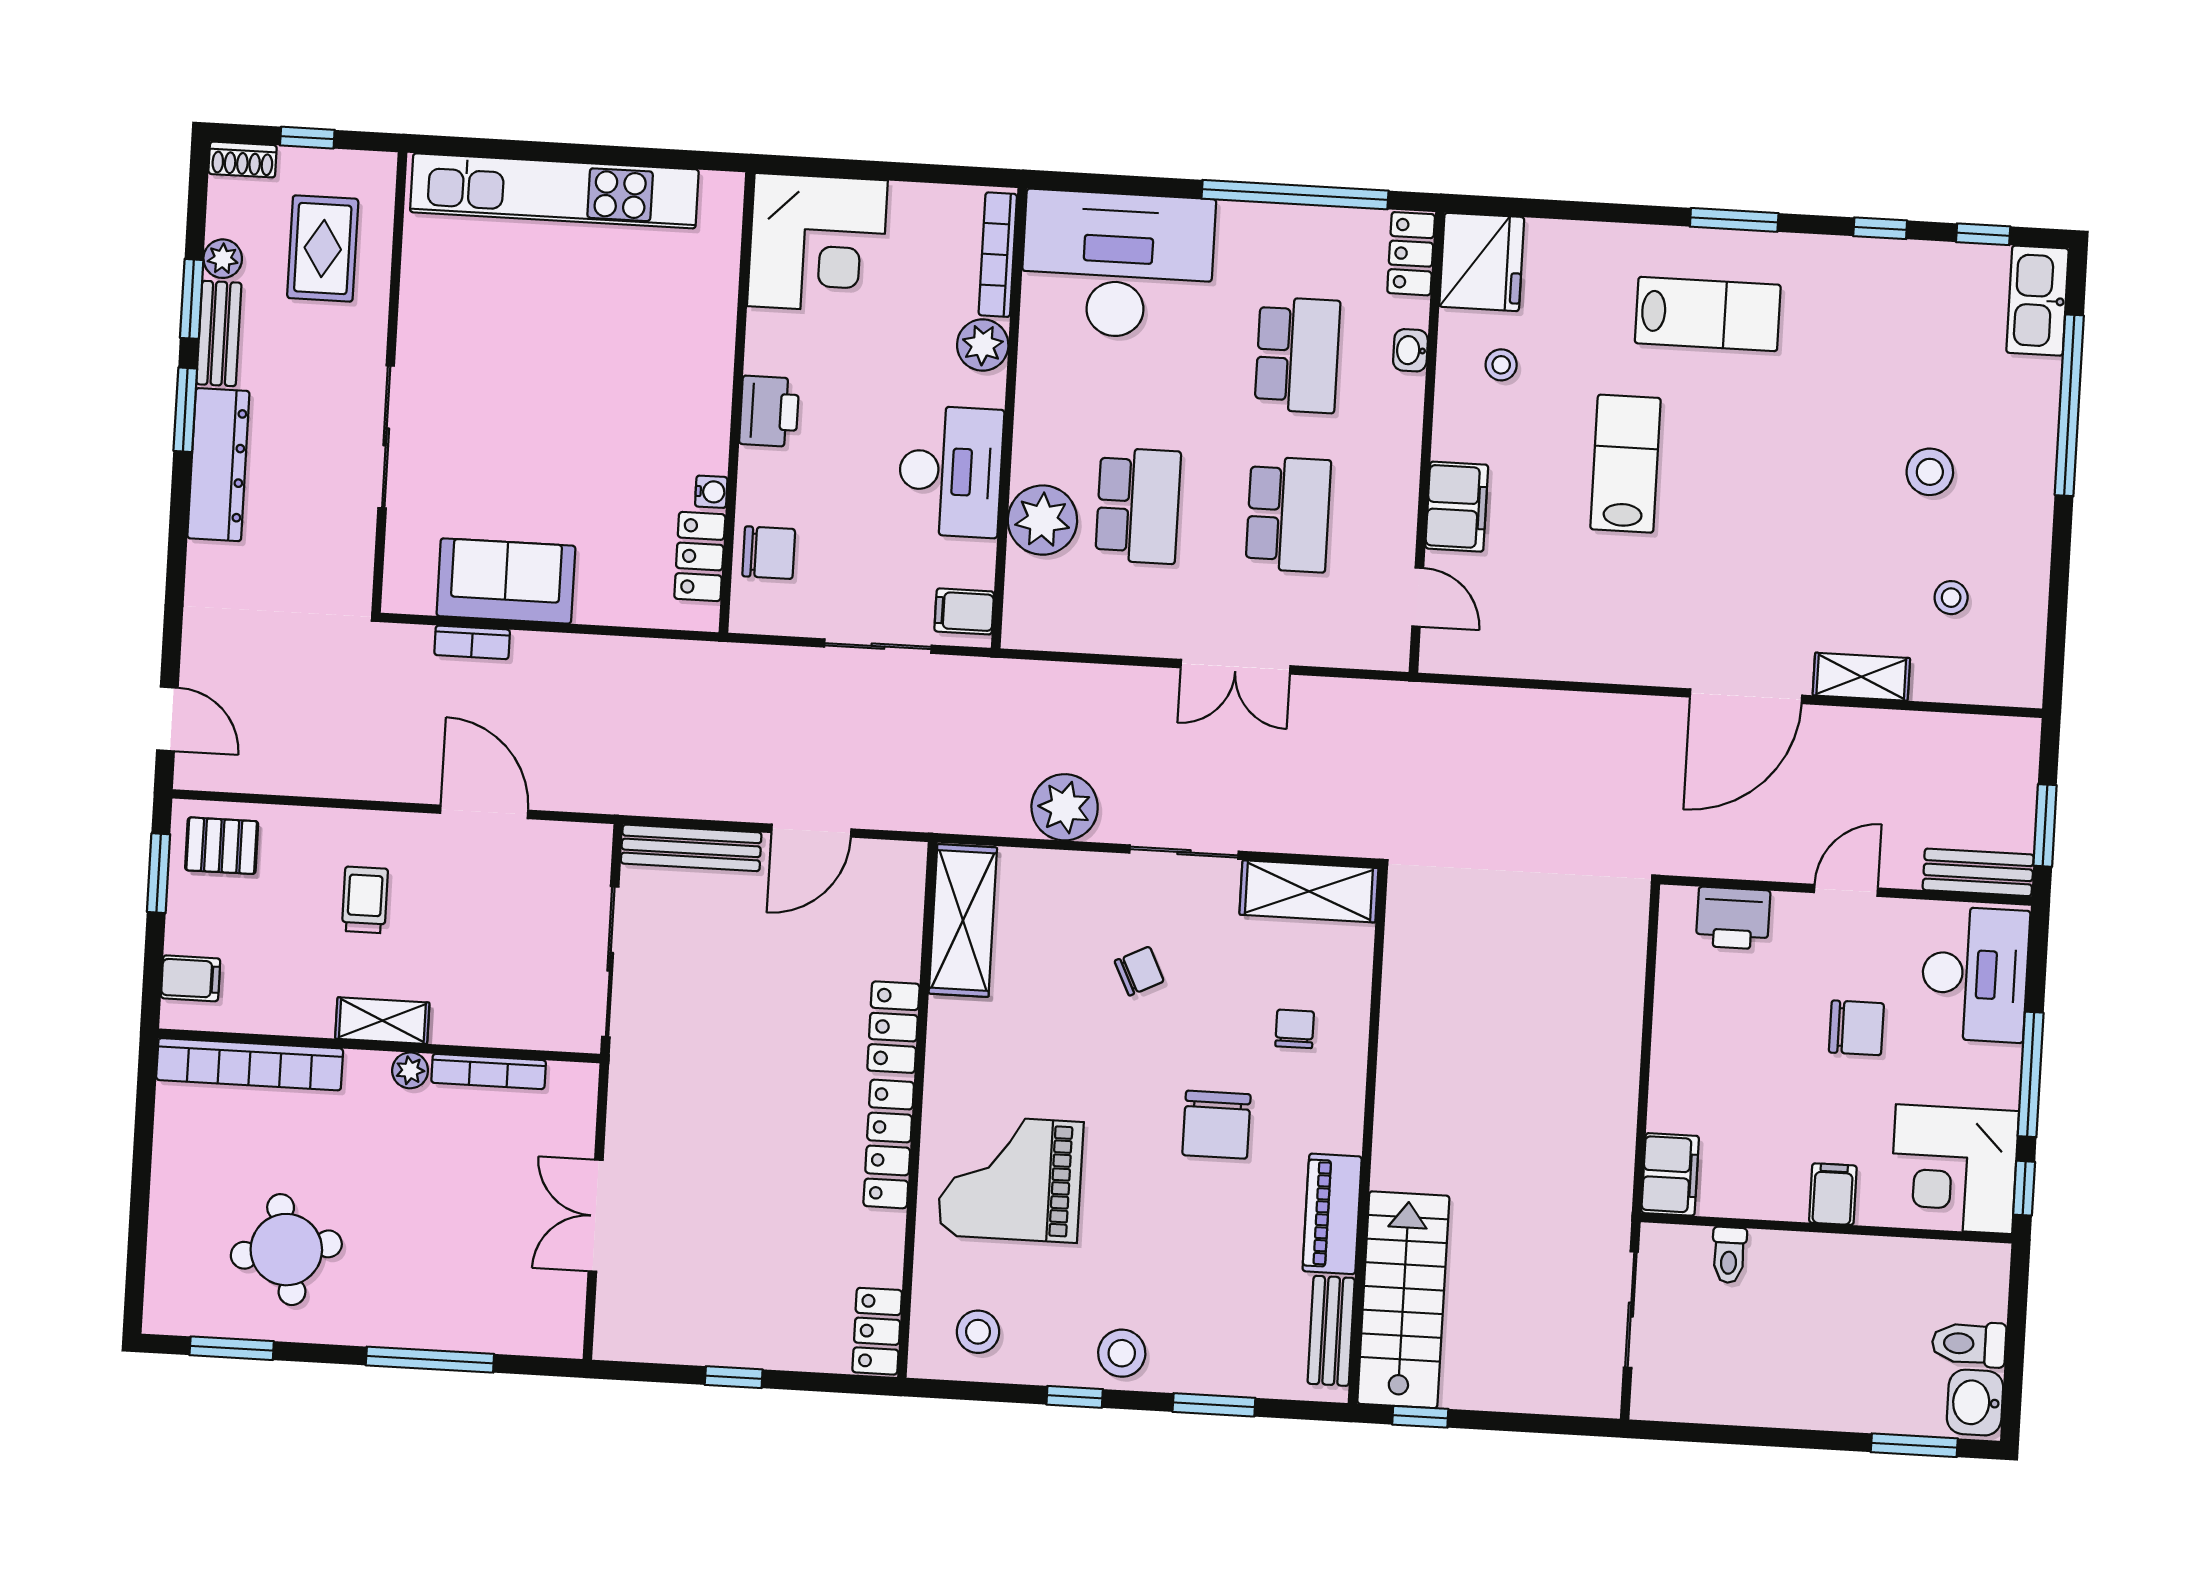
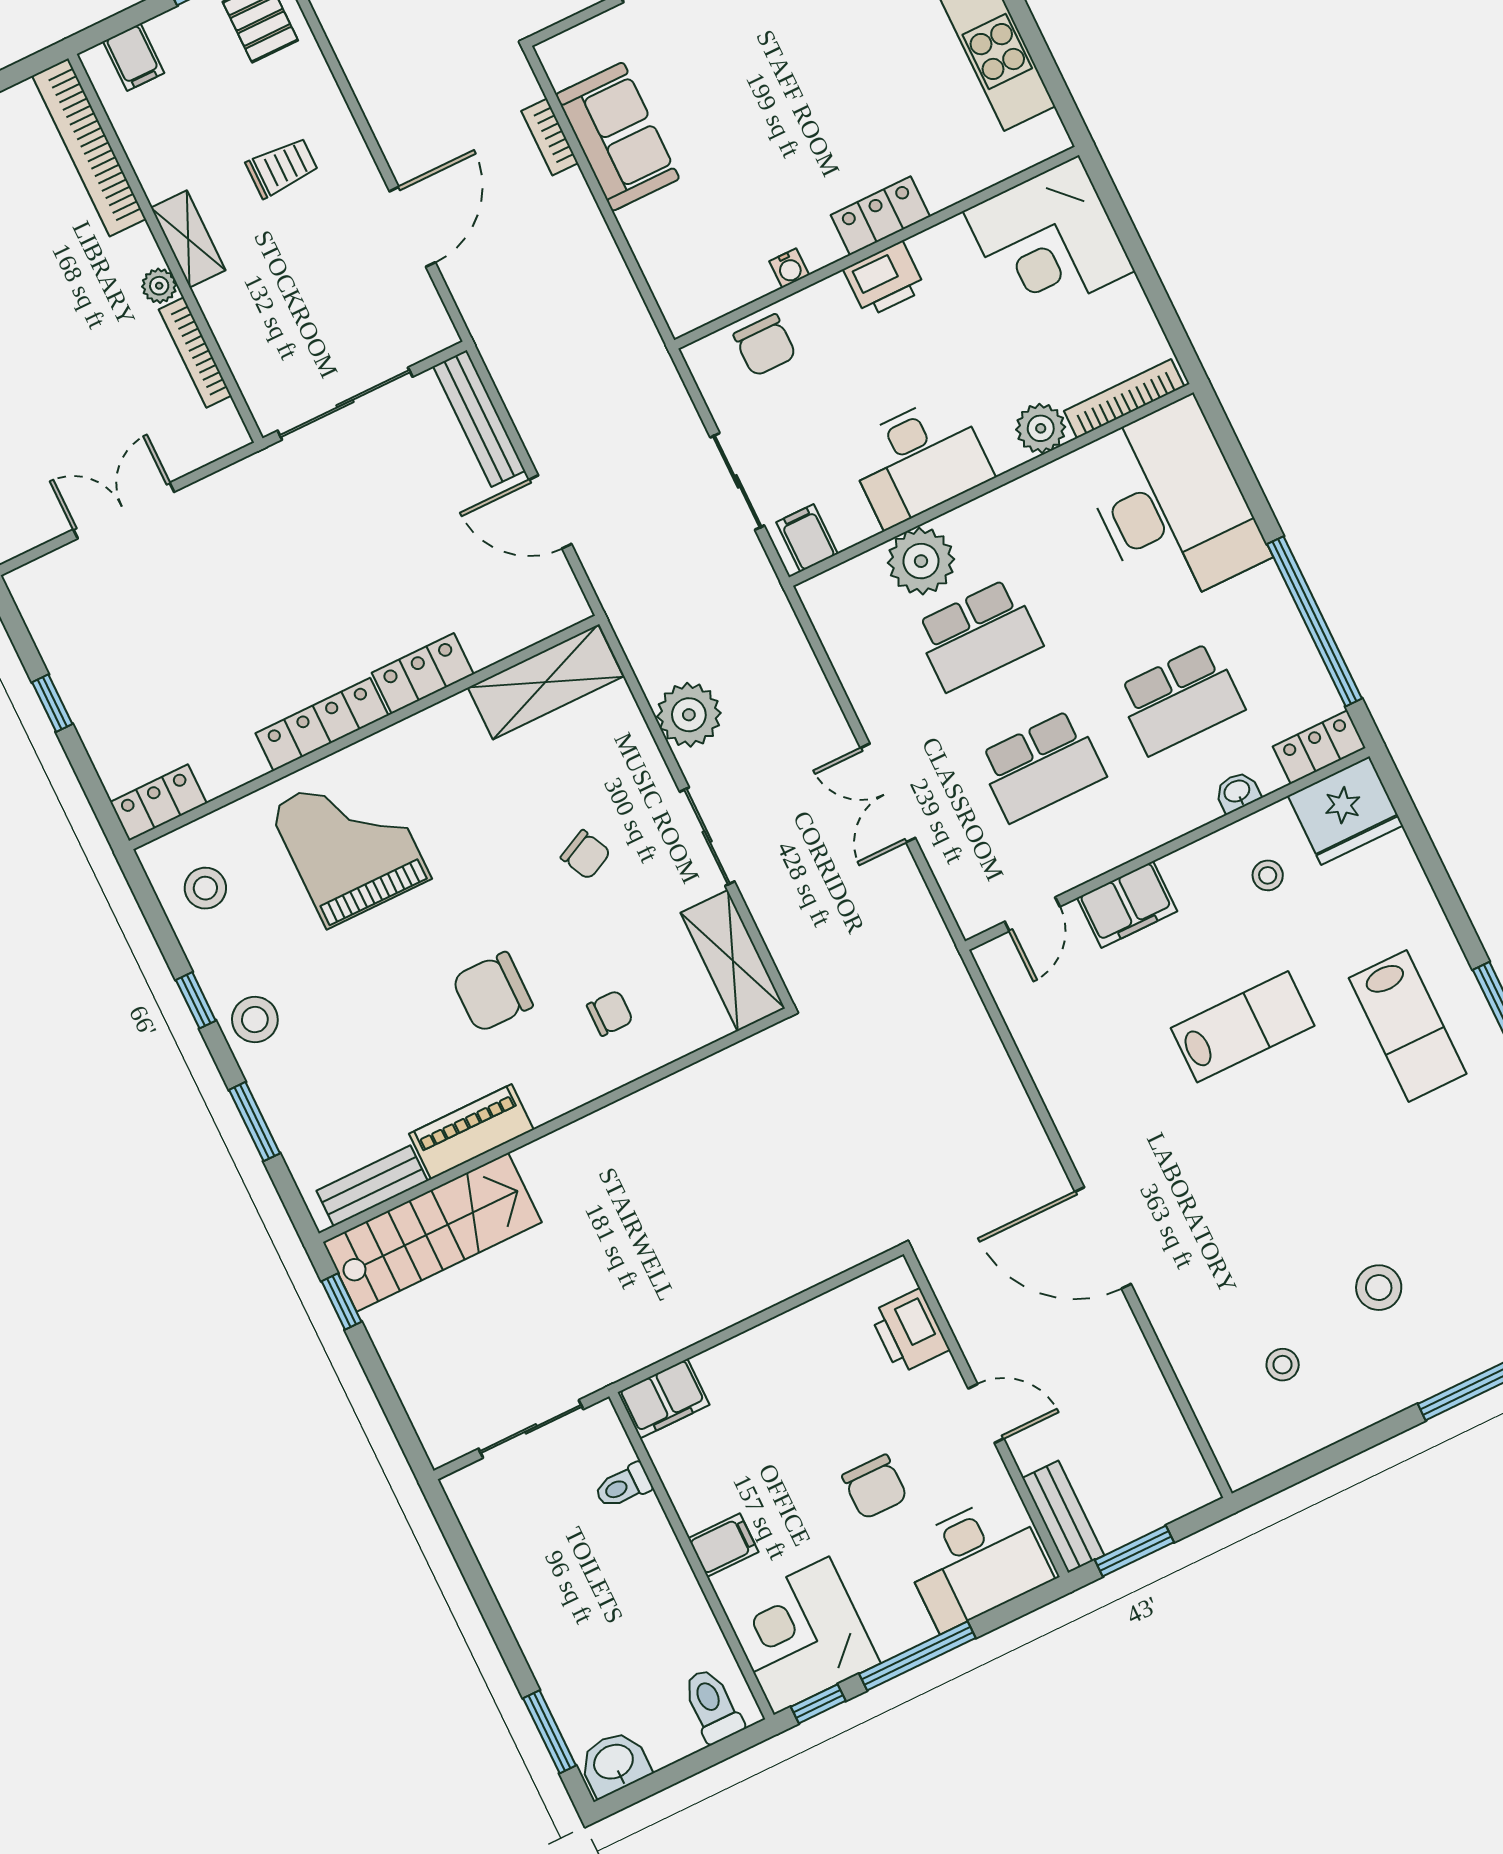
locker: (700, 557) -> (880, 216), moved
shelving: (1861, 677) -> (1174, 1326), removed
toilet: (1969, 1344) -> (712, 1706), moved

